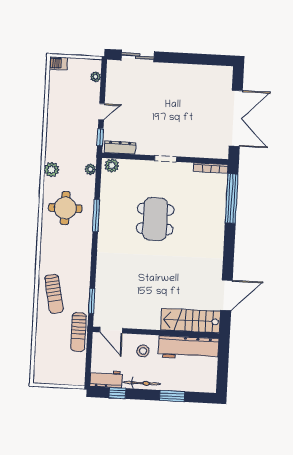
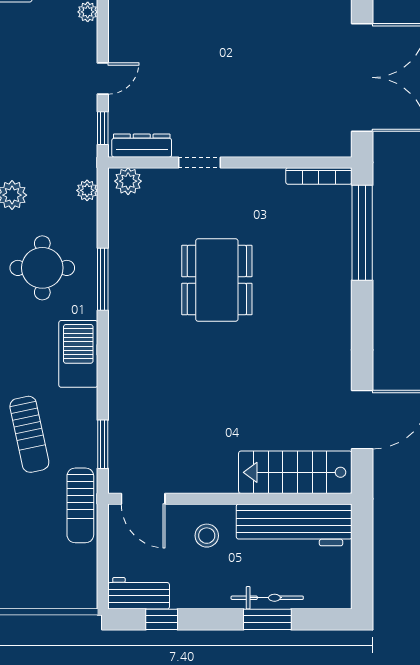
doorway: (165, 159) -> (200, 162), moved
barbecue: (81, 254) -> (78, 354), added
bicycle: (142, 383) -> (267, 598), moved

